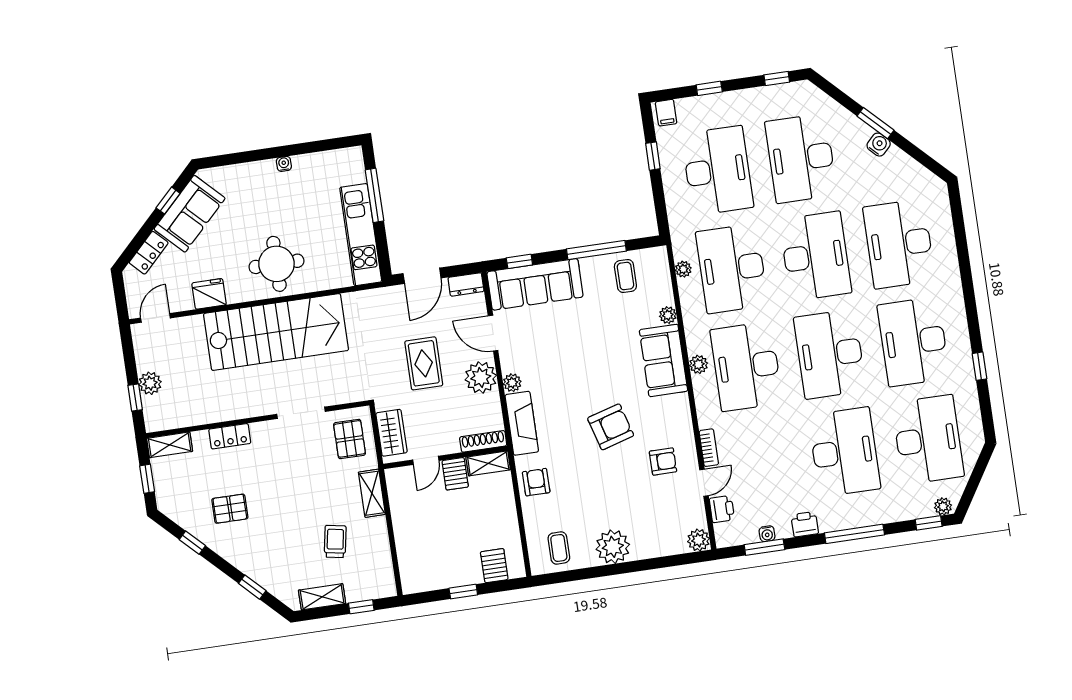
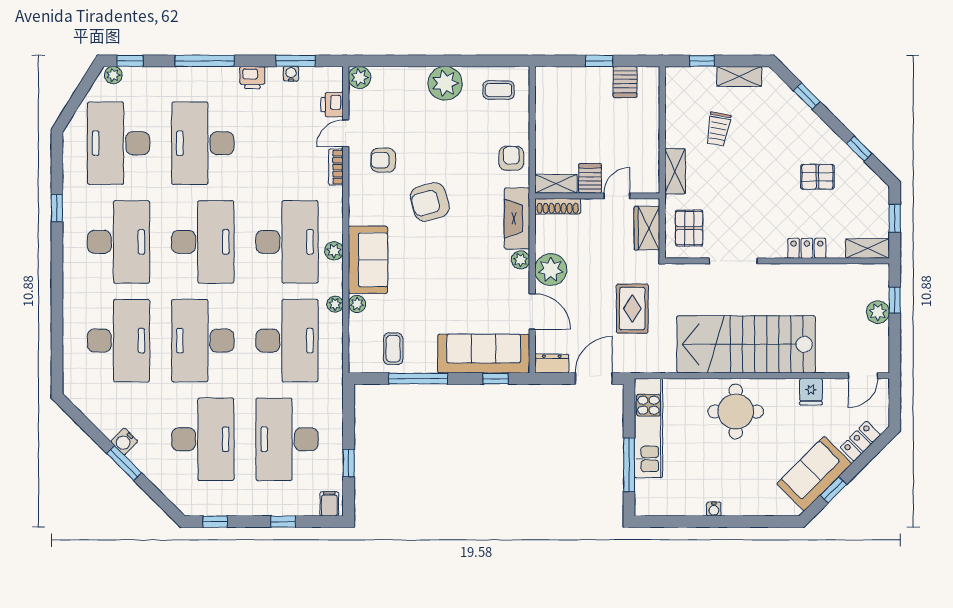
plant: (683, 269) -> (335, 304), moved
fridge: (209, 294) -> (811, 392), width x0.72
rug: (424, 363) -> (632, 309), moved
armchair: (536, 482) -> (511, 158), turned 180
coffee table: (559, 548) -> (499, 90), turned 90
server rack: (494, 566) -> (625, 82), moved

